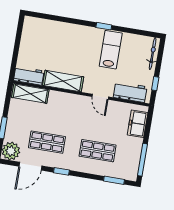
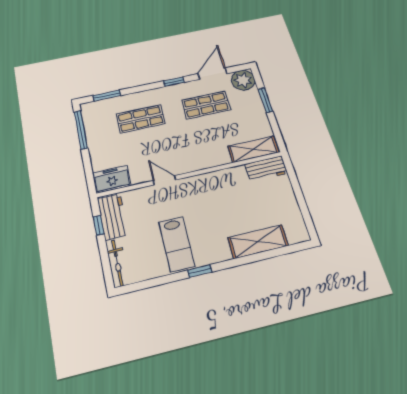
shelving: (63, 81) -> (258, 242), moved
workbench: (130, 92) -> (113, 217), moved, turned -90
freezer: (138, 124) -> (112, 179), moved, turned -90

